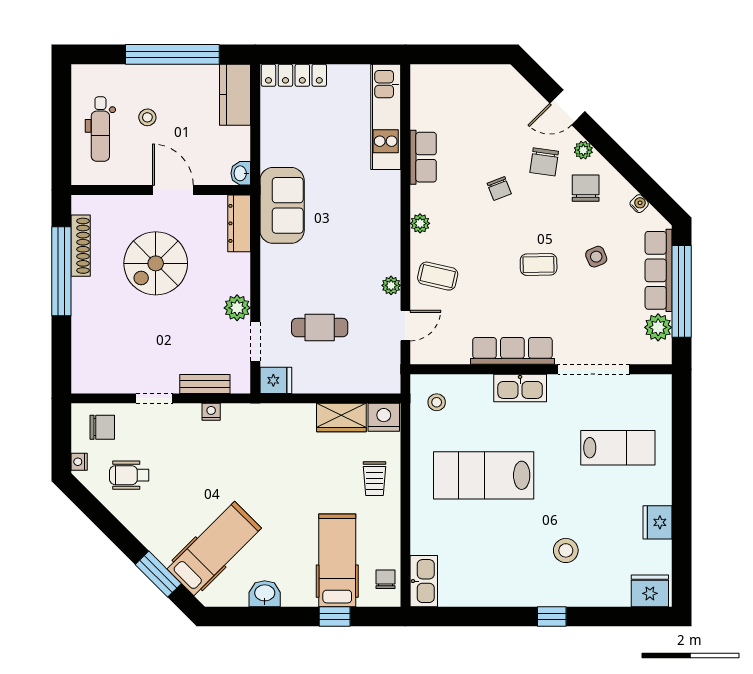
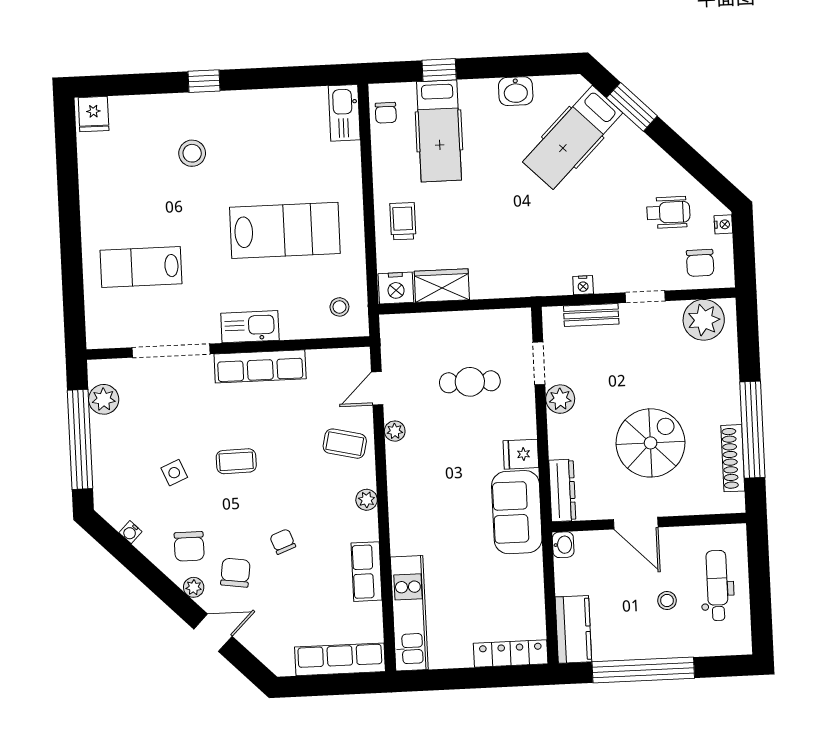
row of seats: (659, 270) -> (340, 659), moved, turned -90
plant: (101, 375) -> (704, 320), added
fridge: (276, 380) -> (521, 454), moved
chair: (102, 427) -> (700, 263), turned -90
fridge: (658, 522) -> (94, 188), removed
fridge: (650, 591) -> (94, 114), width x0.72

